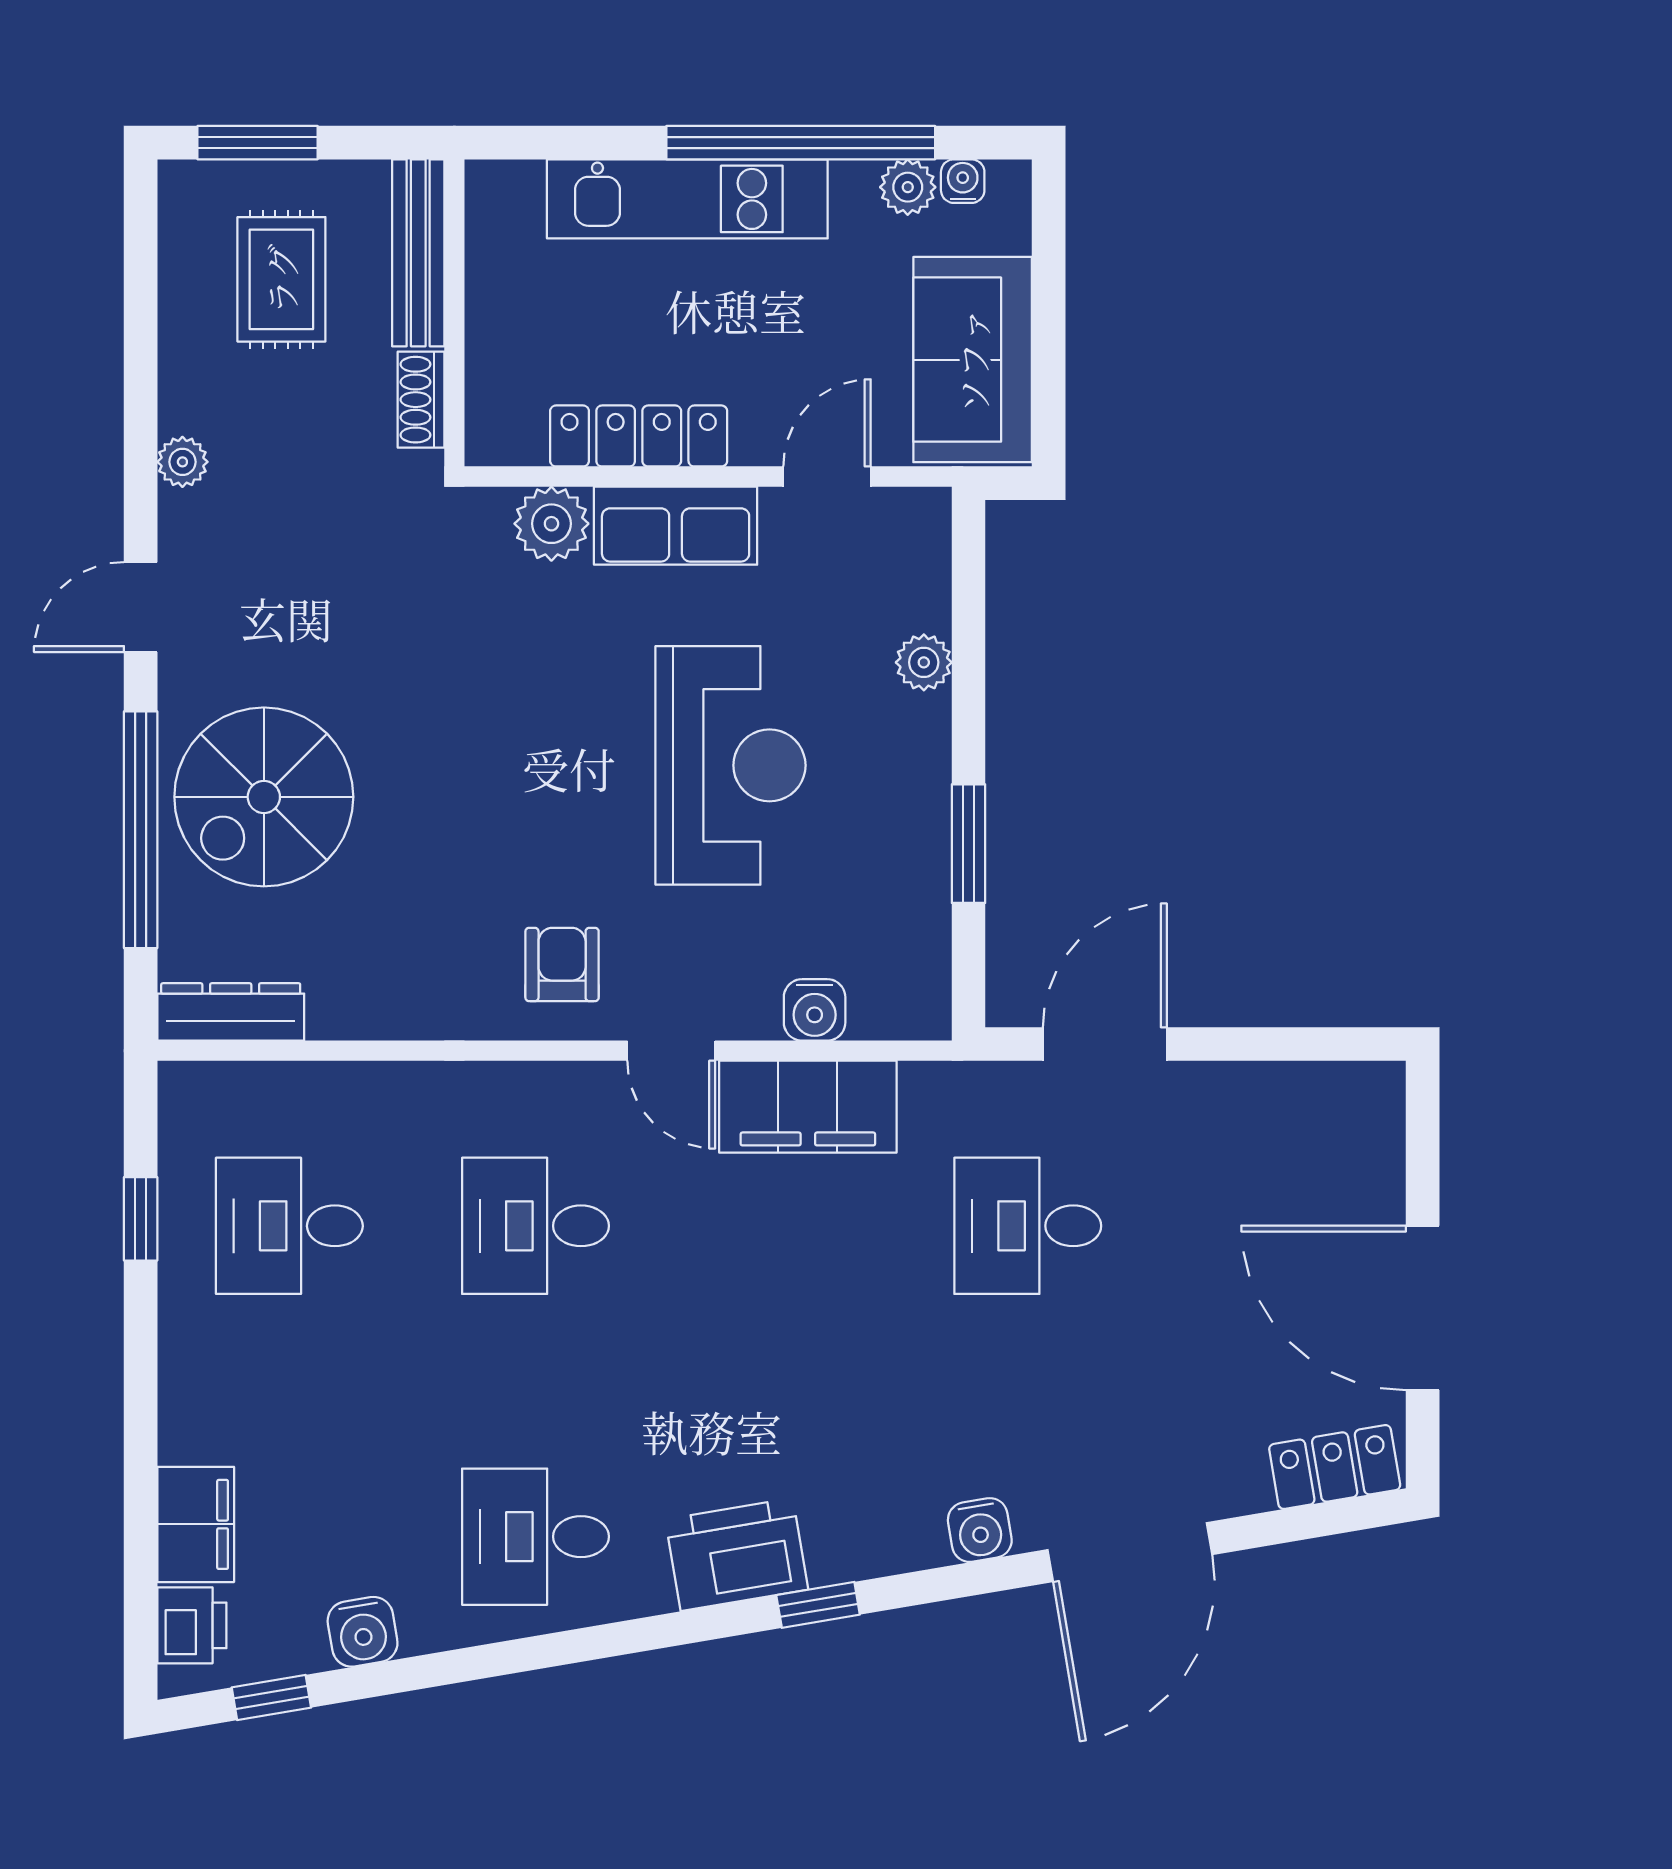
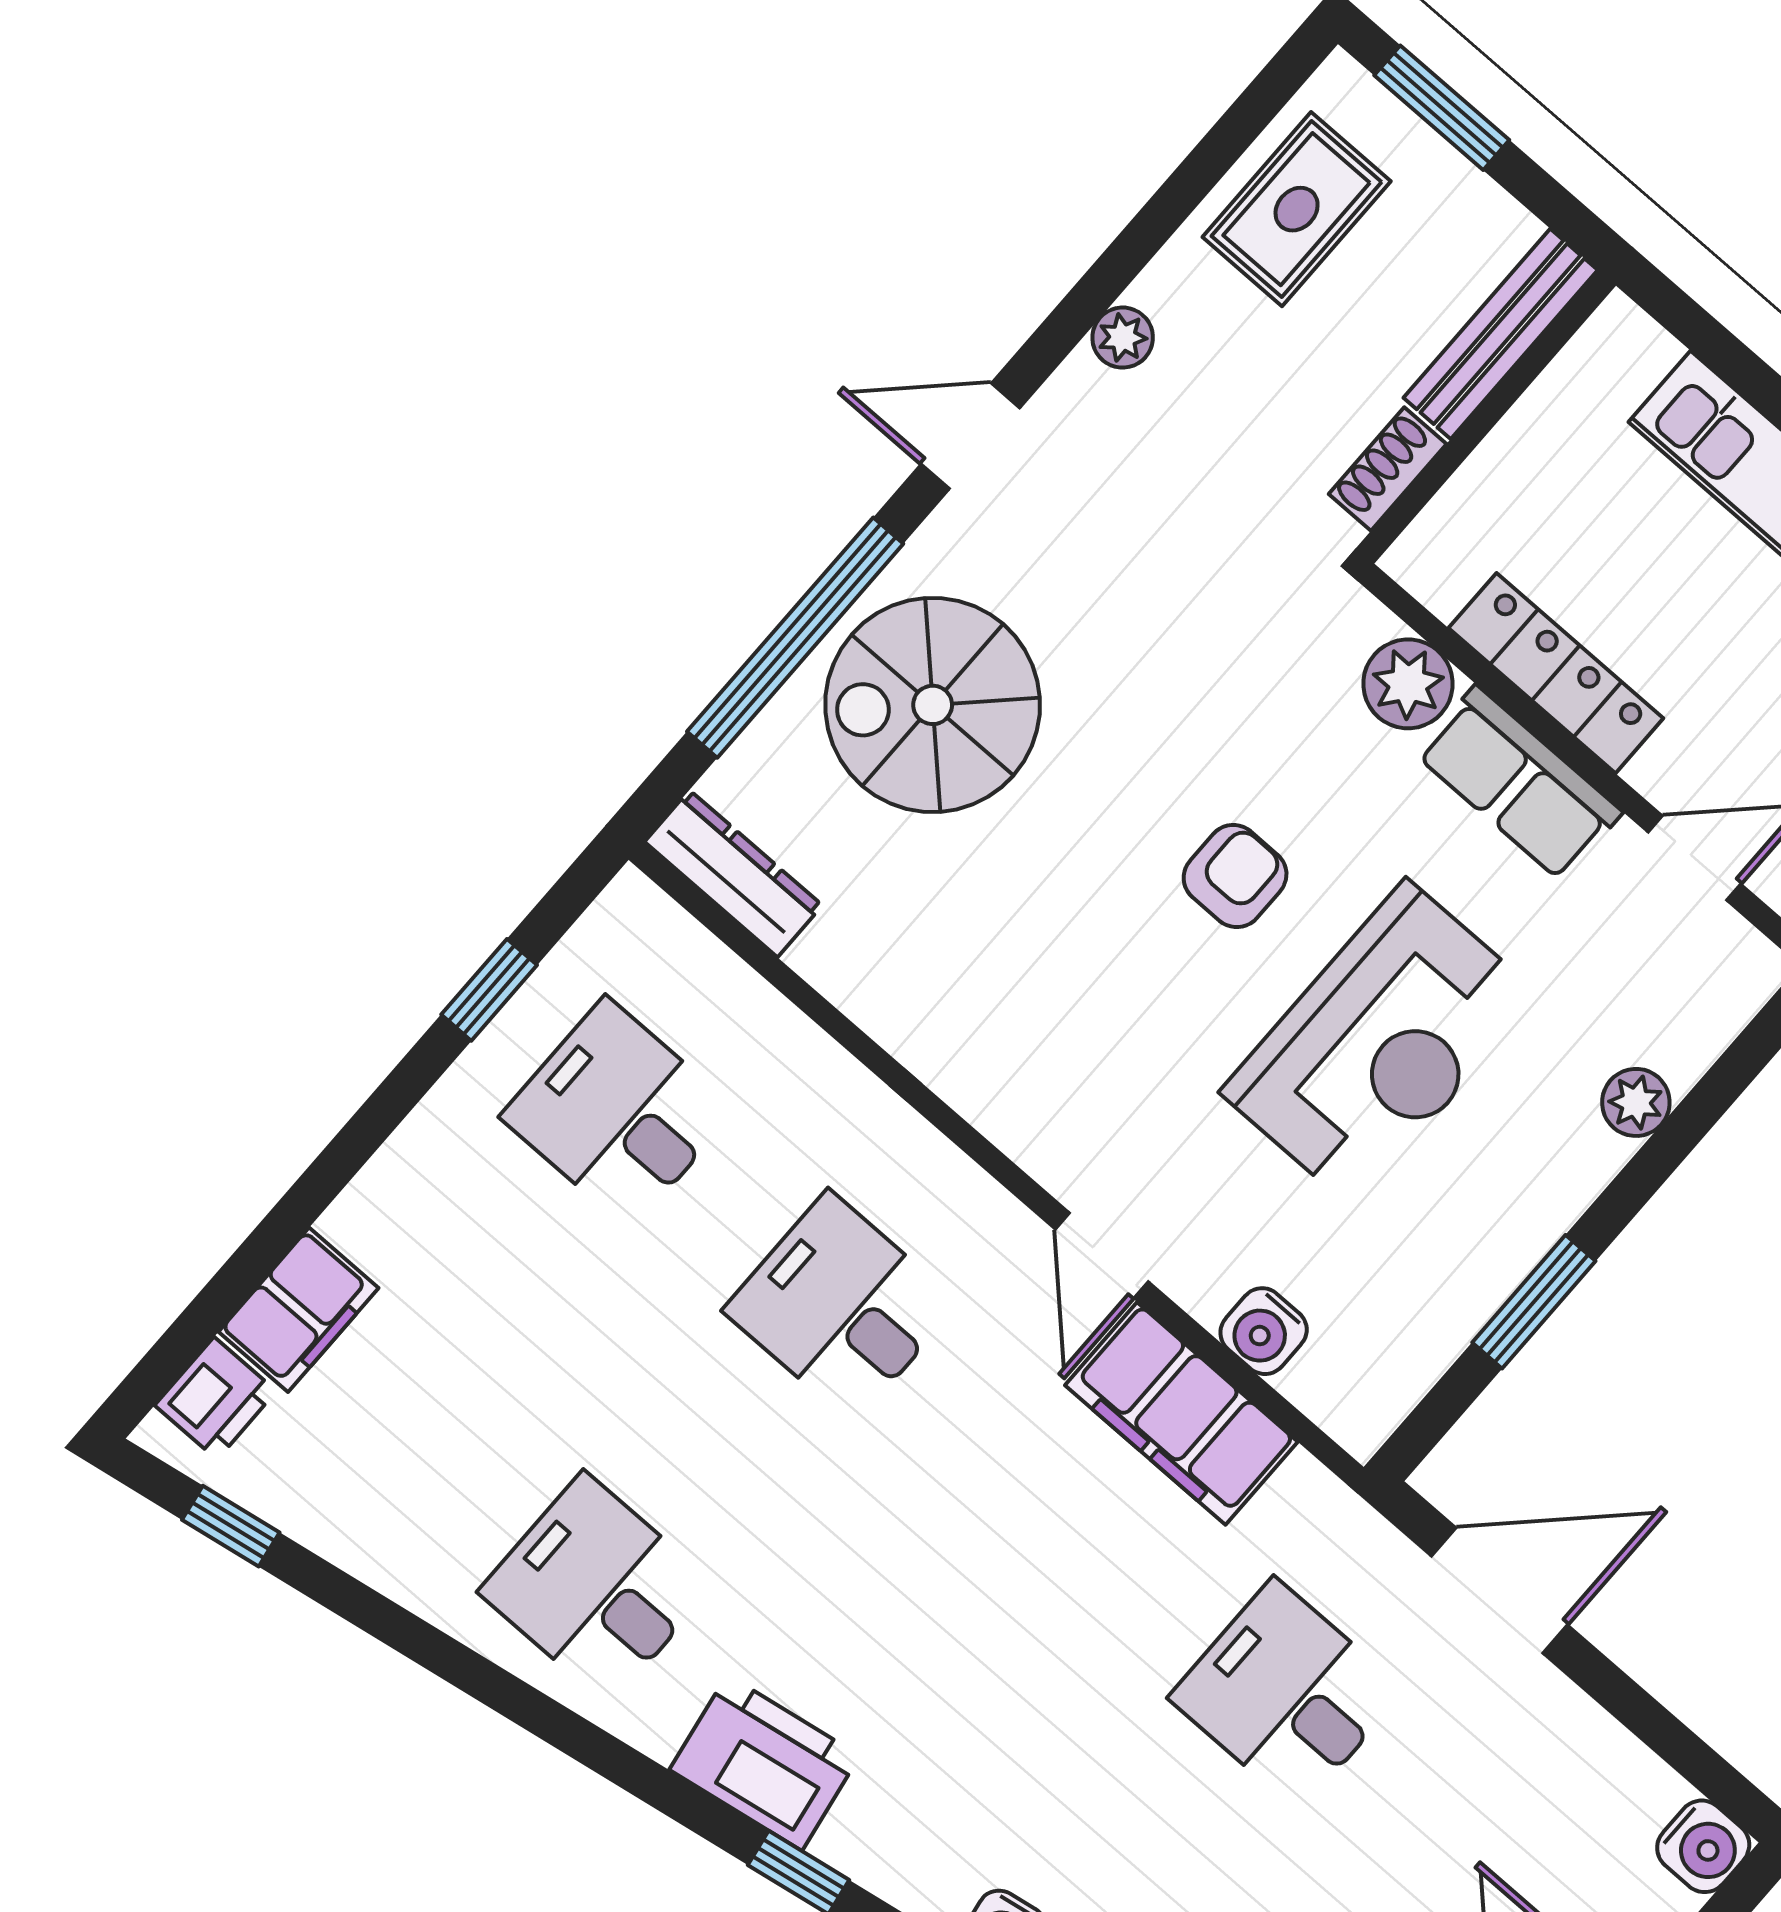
rug: (281, 279) -> (1297, 209), moved
armchair: (562, 965) -> (1235, 876), moved
water cooler: (363, 1632) -> (1703, 1846), moved, turned -80

